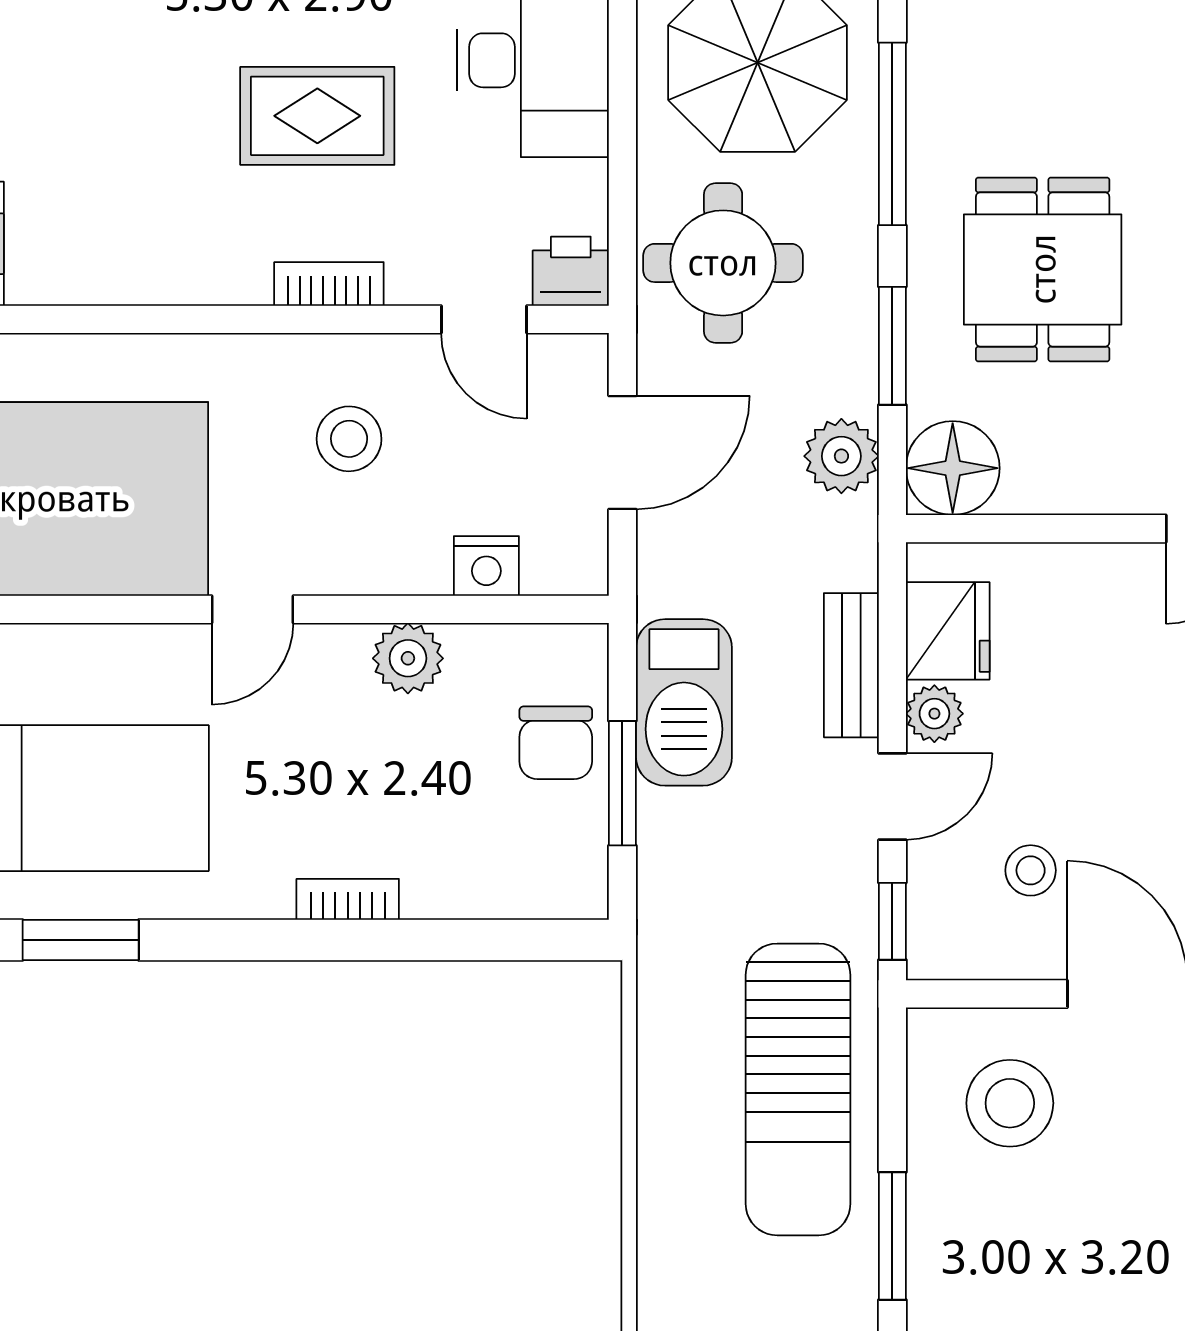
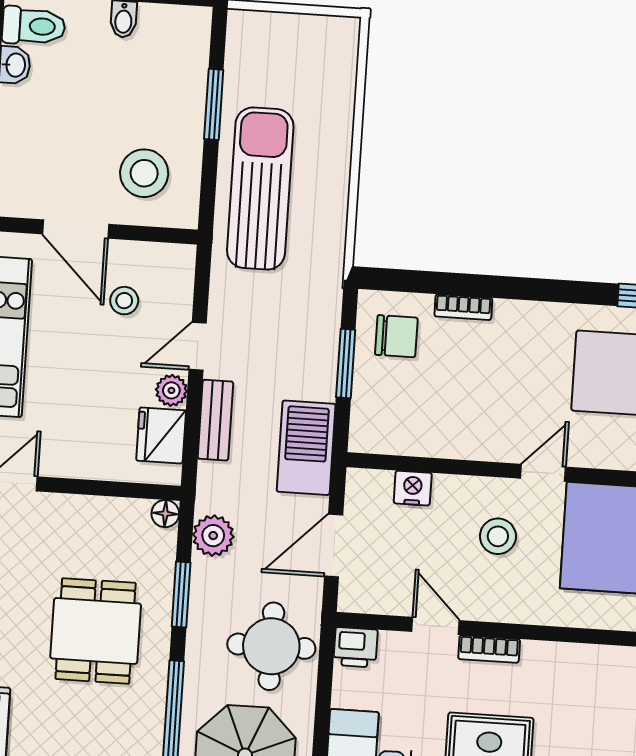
door: (484, 319) -> (436, 626), moved
stool: (349, 439) -> (498, 536), moved
floor lamp: (953, 468) -> (165, 514), width x0.53, depth x0.53
plant: (408, 658) -> (459, 440), removed
barbecue: (684, 702) -> (306, 448), moved
chair: (556, 743) -> (396, 336), moved, turned 90
bookcase: (348, 899) -> (463, 307), moved
window: (892, 921) -> (202, 278), removed

